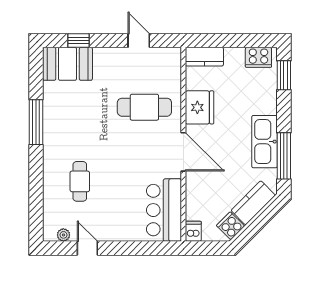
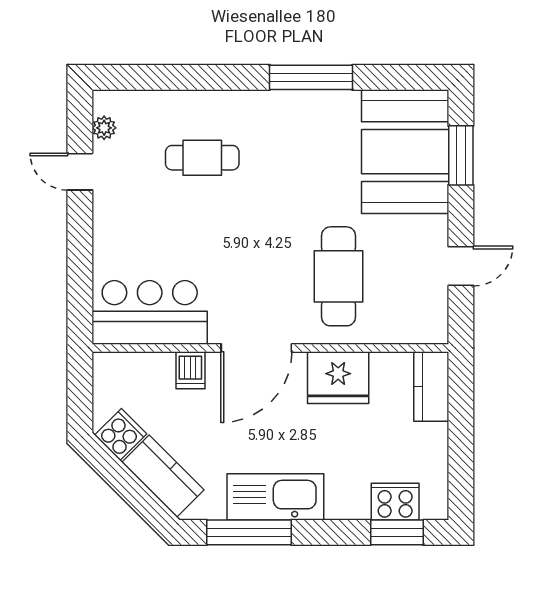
window: (79, 41) -> (461, 155), width x1.50
cooker: (258, 57) -> (395, 502), moved, turned 90
booth: (68, 64) -> (405, 152), width x1.36, depth x1.42
dishwasher: (193, 231) -> (190, 370), moved, turned 90
door: (87, 248) -> (80, 172), swing flipped

